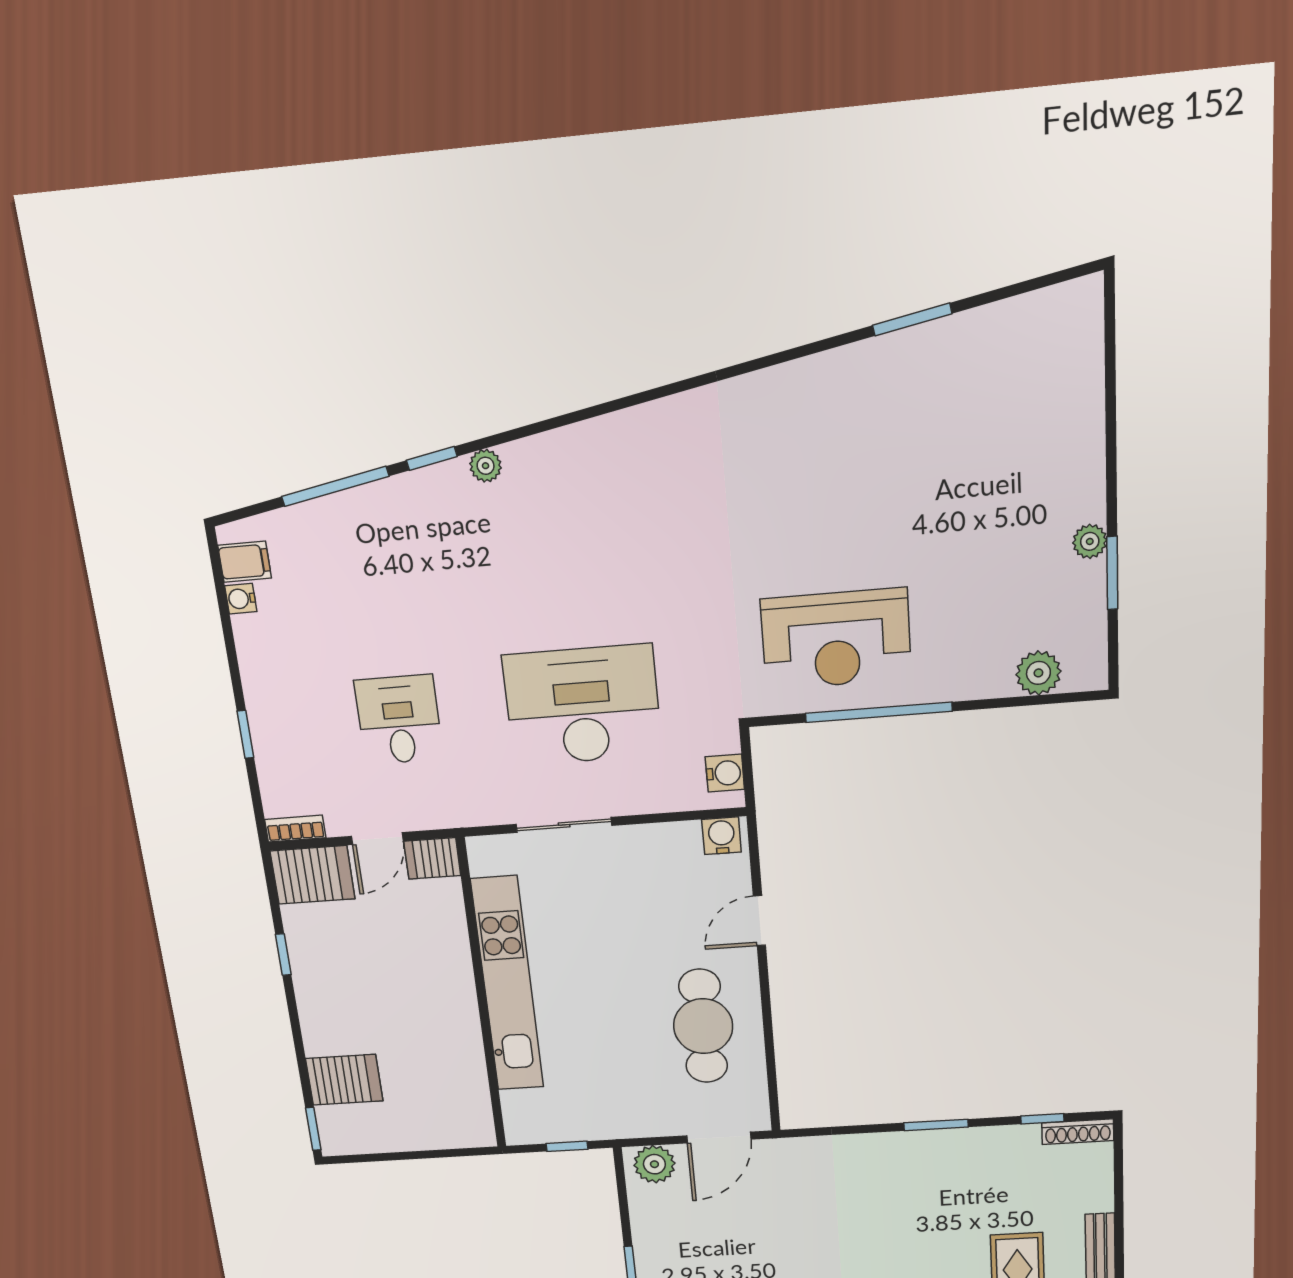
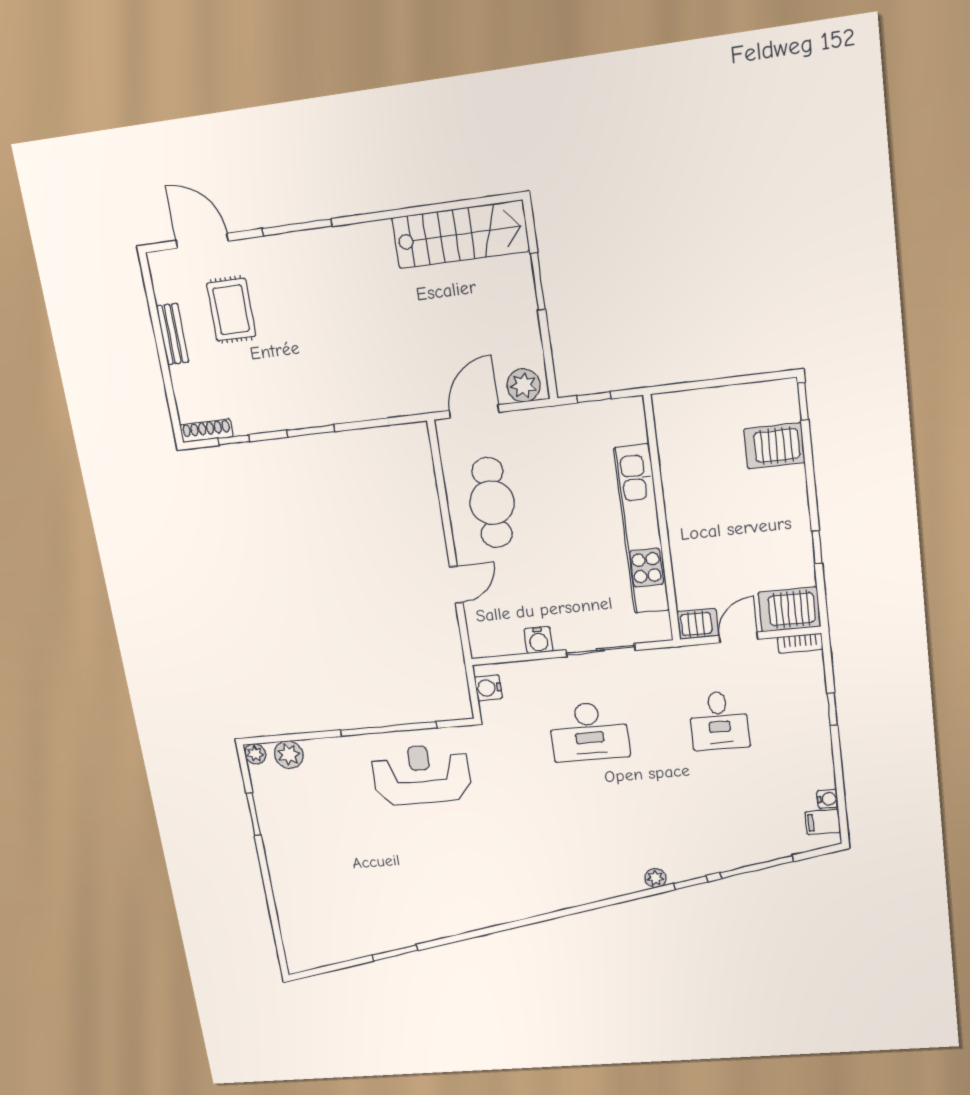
plant: (1090, 541) -> (255, 754), moved
desk: (582, 705) -> (589, 732), width x0.73, depth x0.77
water cooler: (722, 836) -> (539, 640), moved

